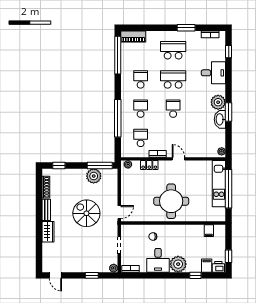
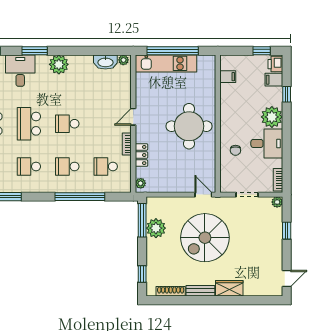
window: (229, 112) -> (35, 51), moved
washbasin: (220, 119) -> (105, 62), moved
spiral stairs: (86, 213) -> (205, 238), width x1.37, depth x1.37

